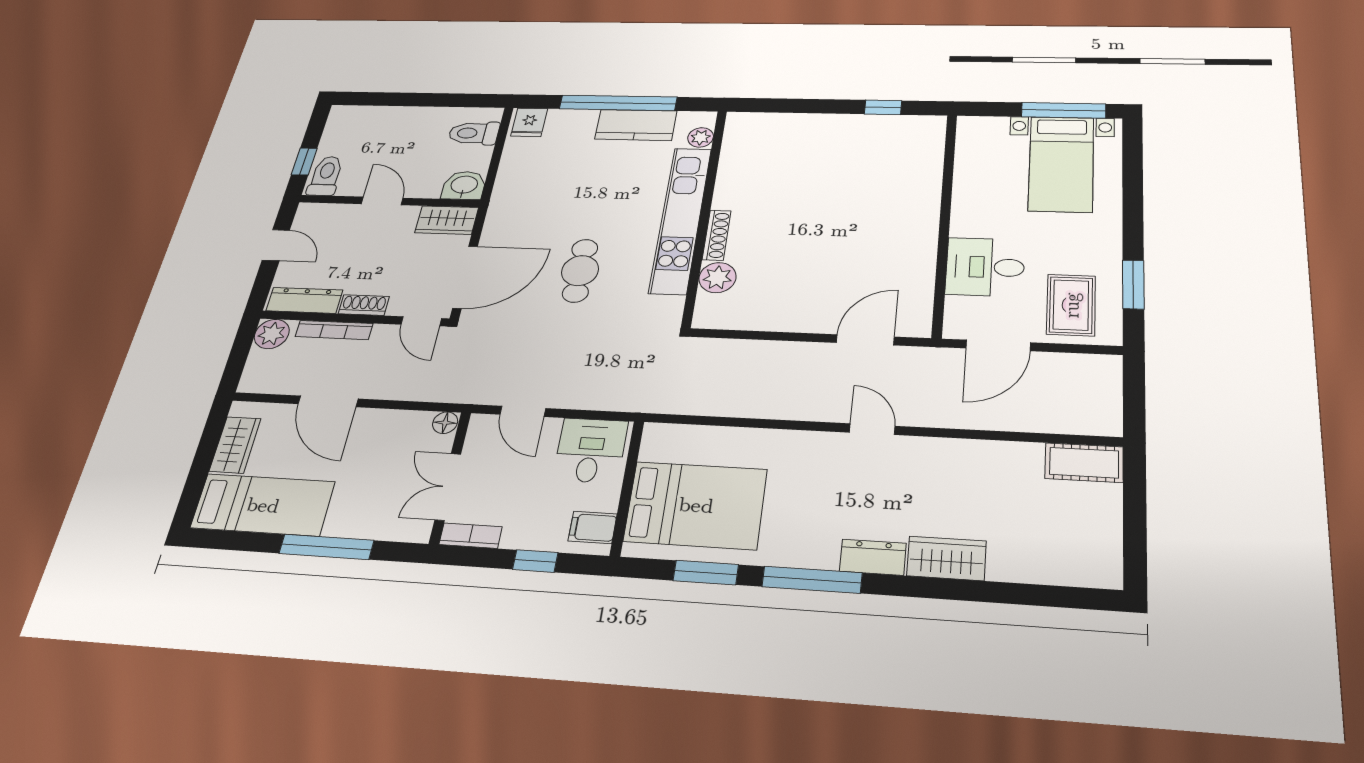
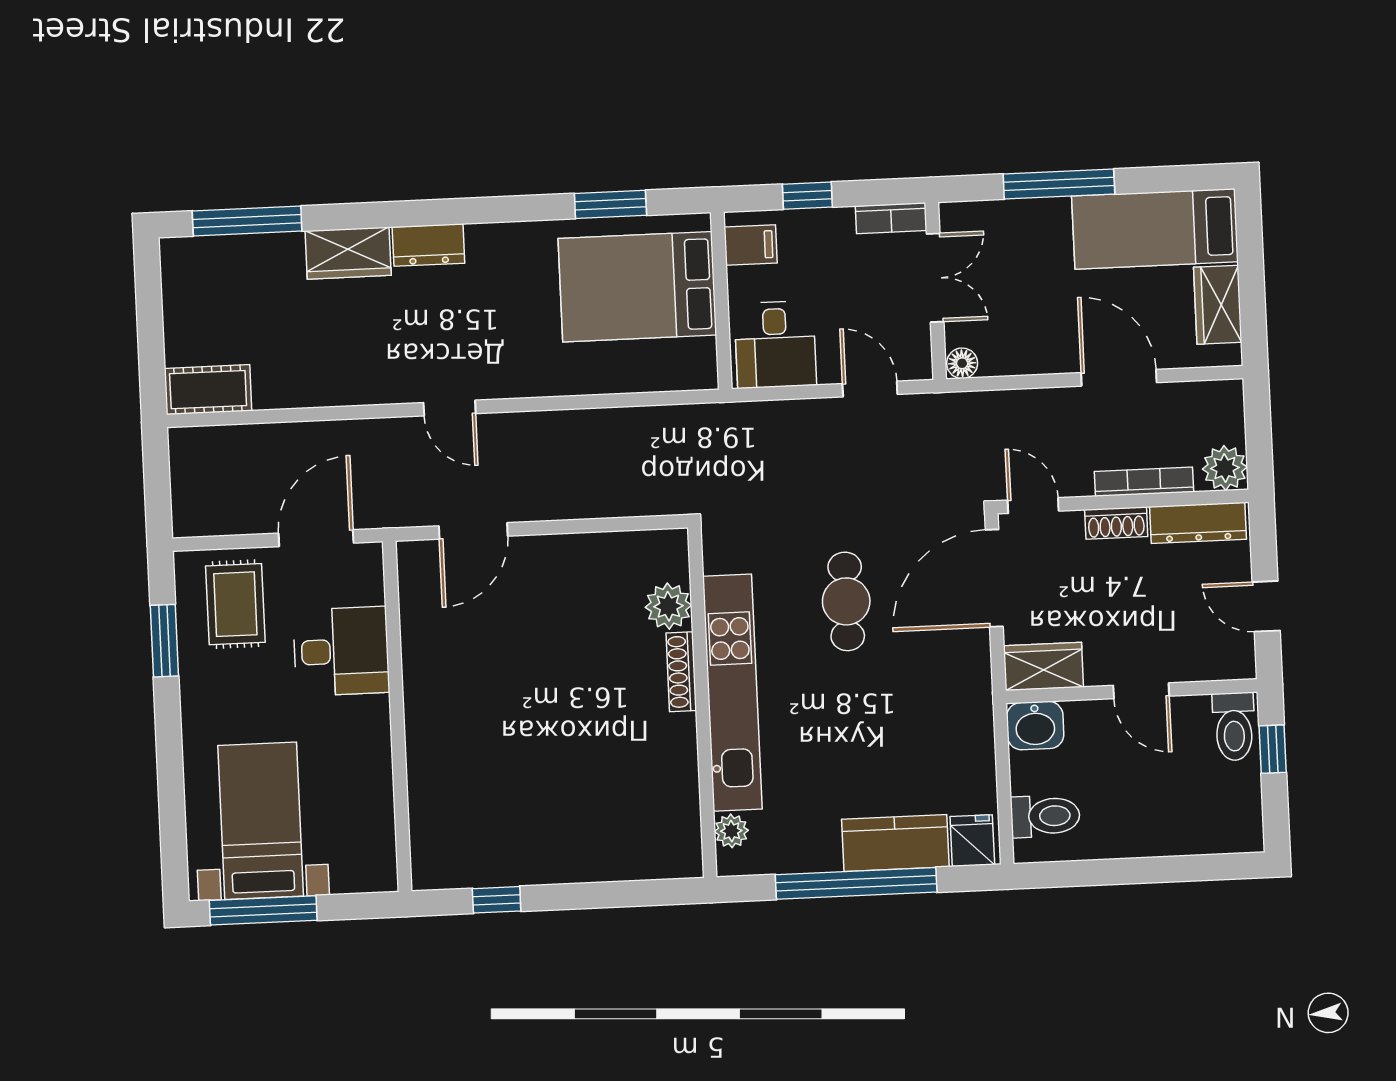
kitchen counter: (636, 125) -> (895, 843), moved
window: (812, 580) -> (247, 221), moved

